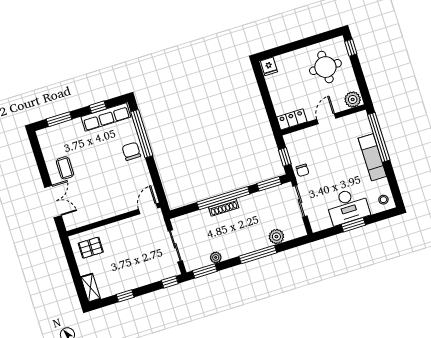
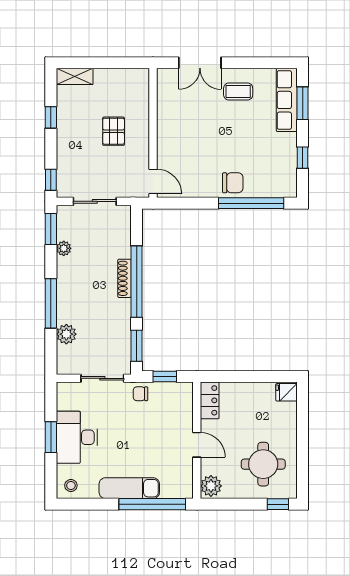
row of seats: (106, 117) -> (287, 100), moved
pallet: (91, 248) -> (114, 131), moved

